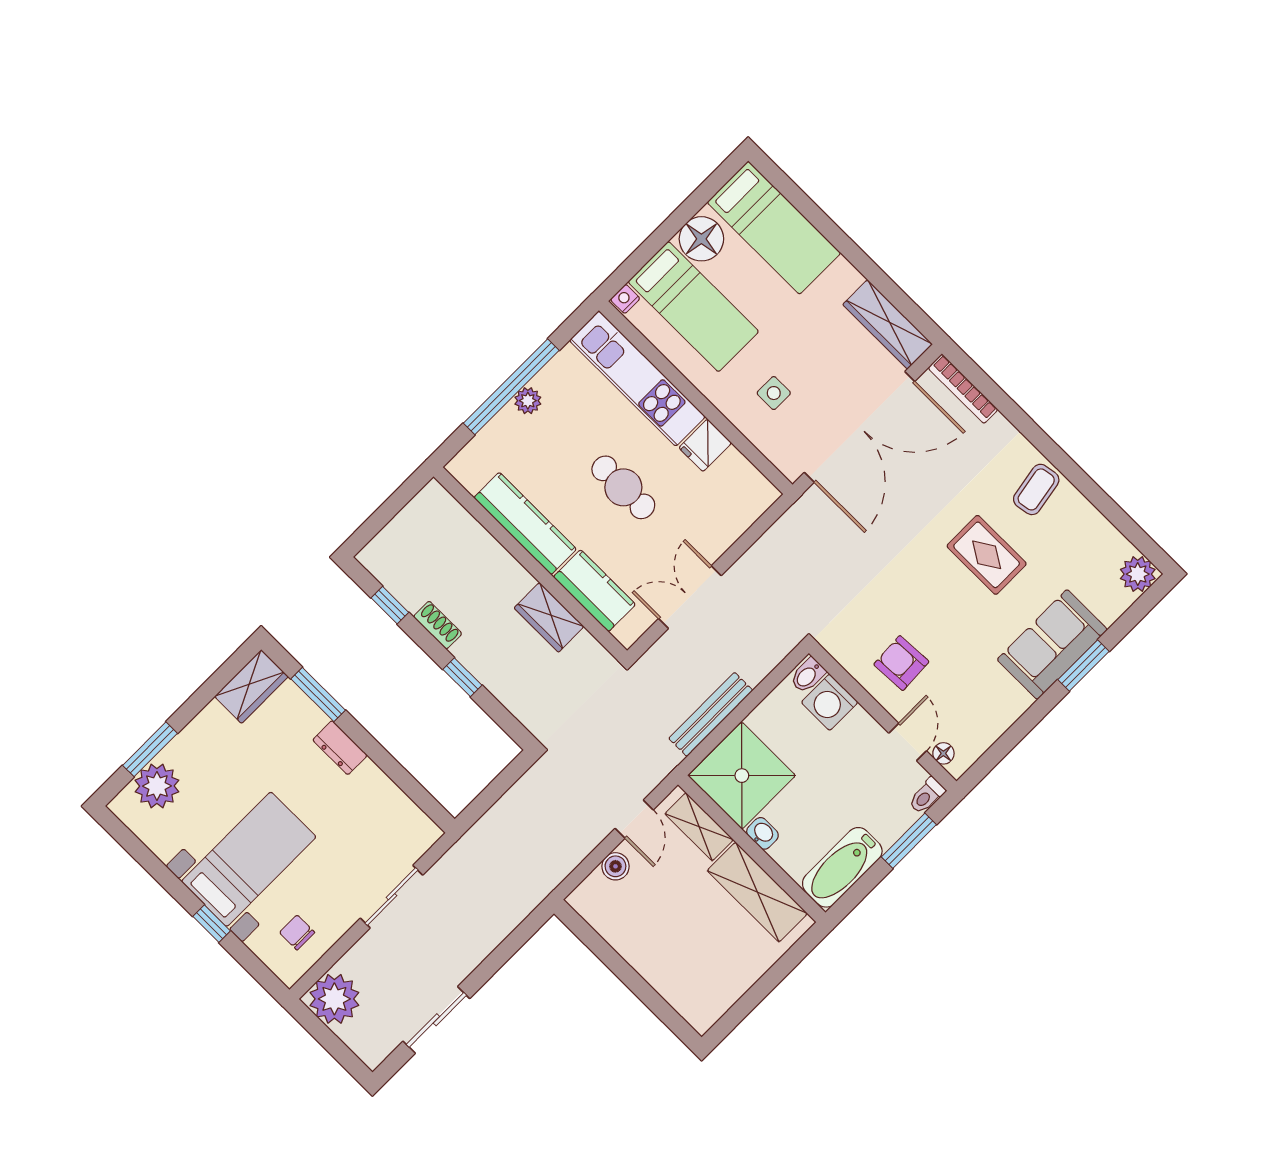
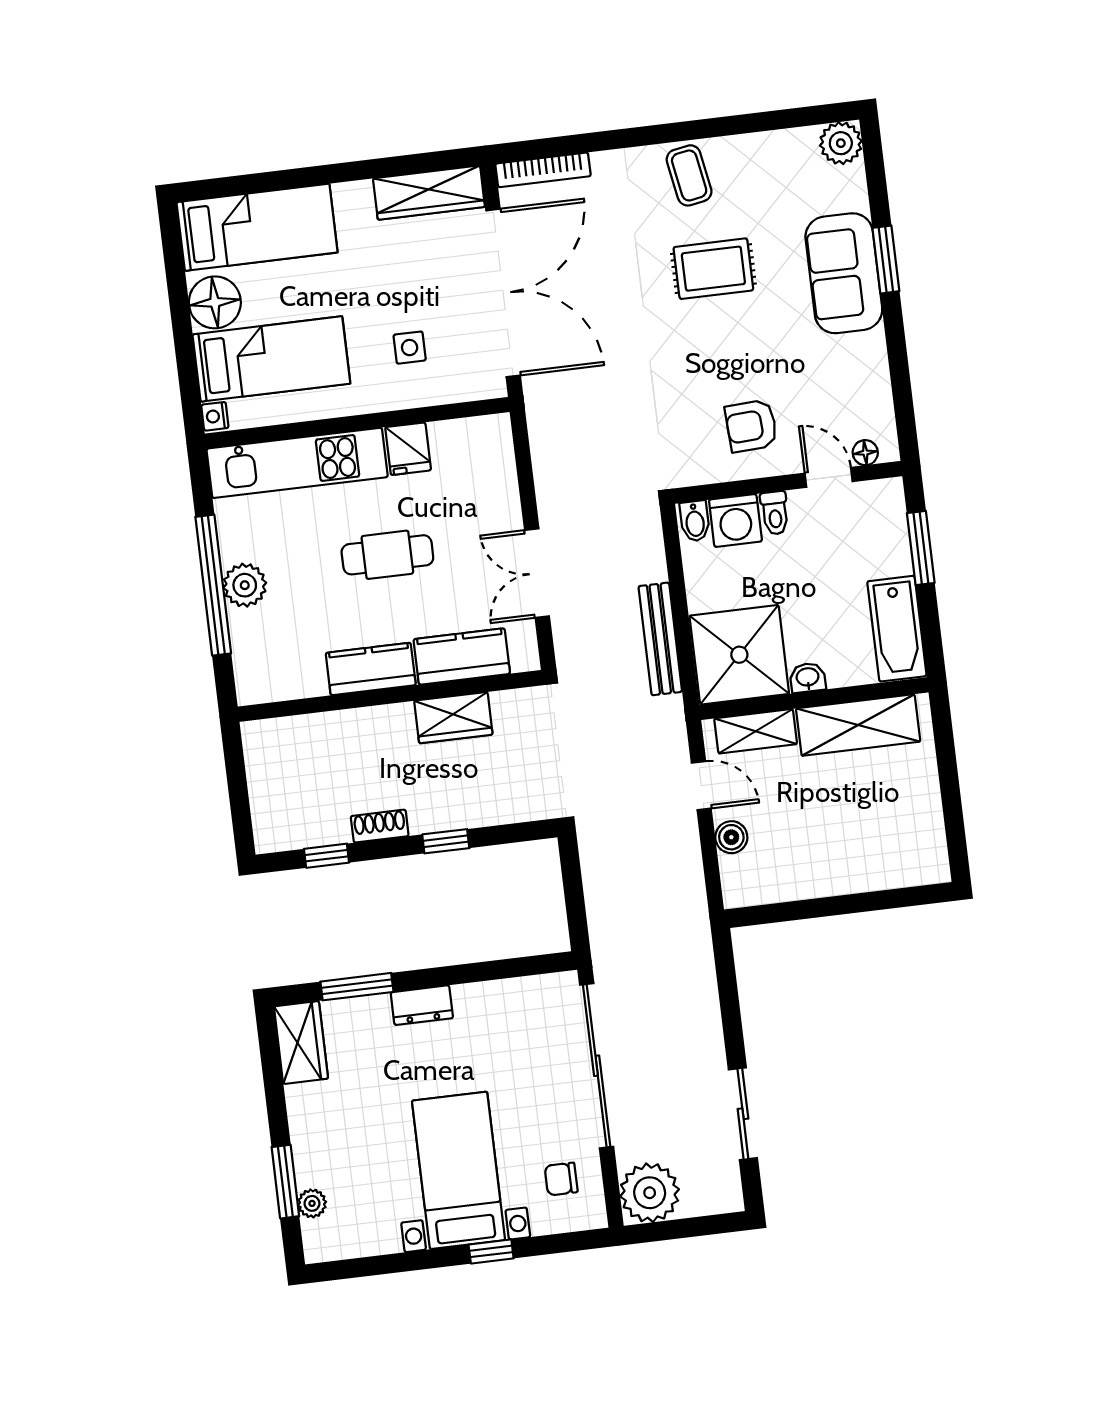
plant: (528, 401) -> (245, 585), width x1.38, depth x1.38
kitchen counter: (525, 523) -> (371, 669), width x0.67
plant: (157, 786) -> (312, 1203), width x0.53, depth x0.53
toilet: (927, 796) -> (775, 513), moved
sliding door: (392, 897) -> (597, 1066), width x1.86

